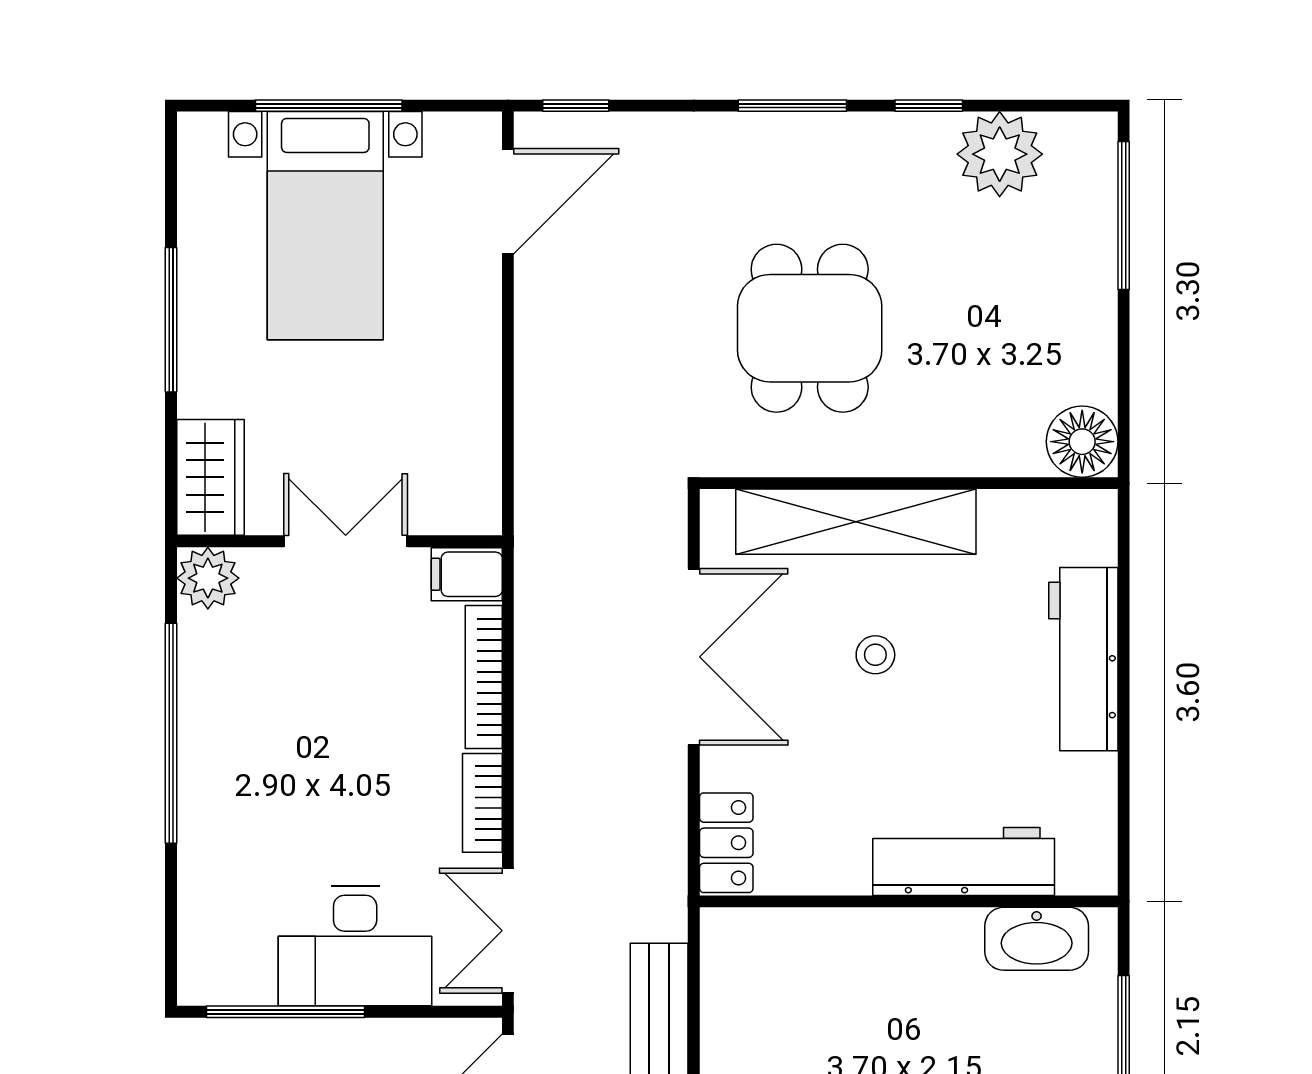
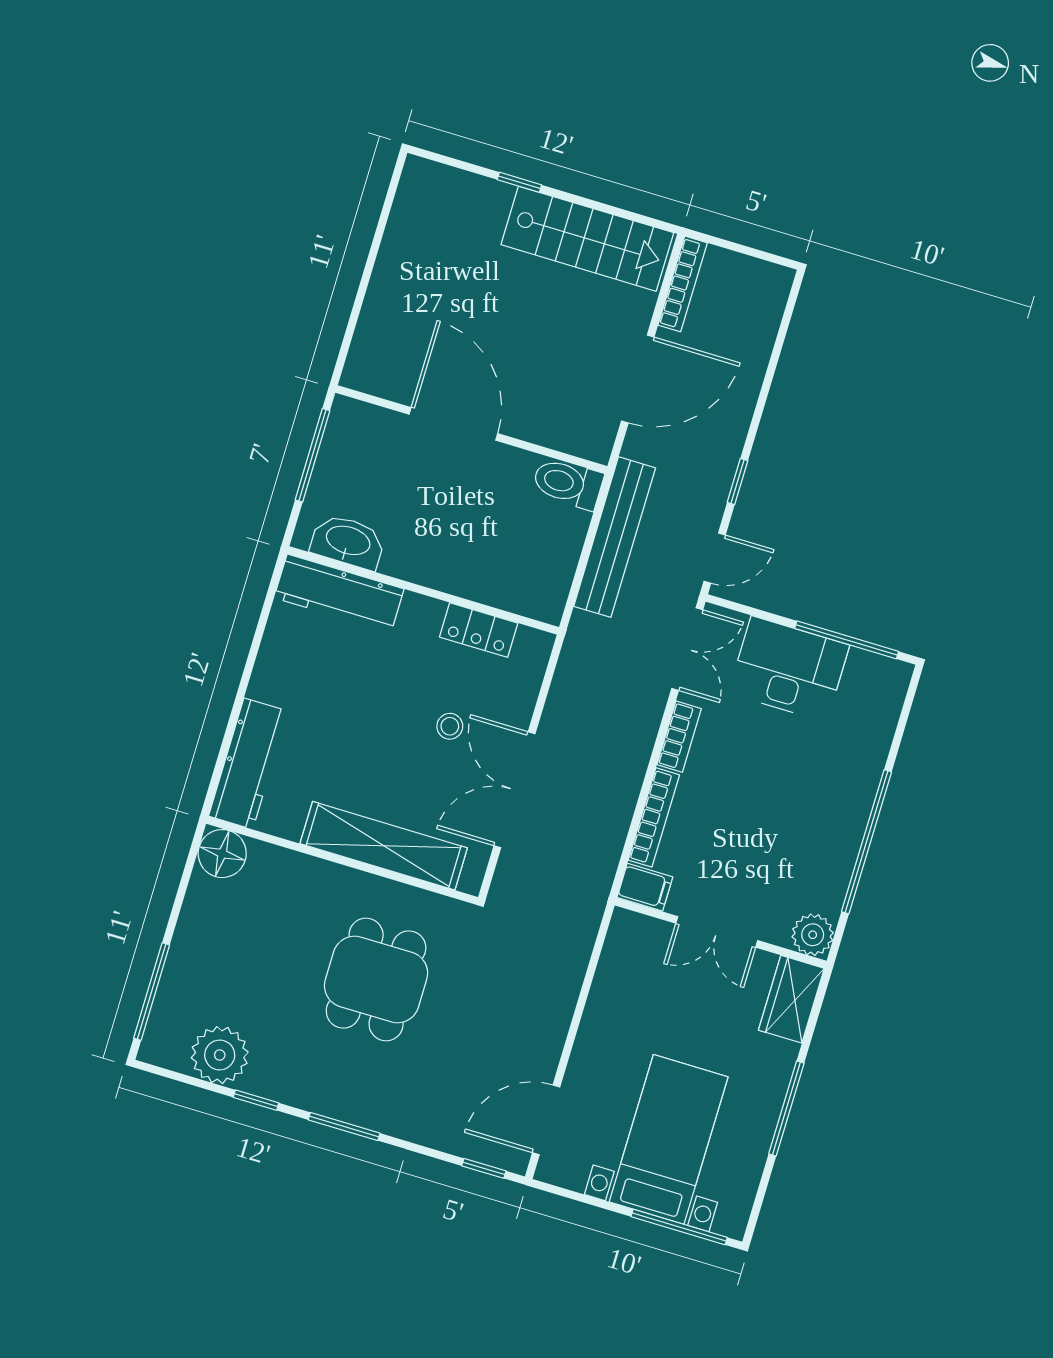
window: (329, 106) -> (679, 1227), moved
stool: (875, 655) -> (450, 726), moved
workbench: (1083, 659) -> (248, 764), moved
locker: (726, 843) -> (479, 630), moved, turned -90
workbench: (964, 861) -> (339, 593), moved

